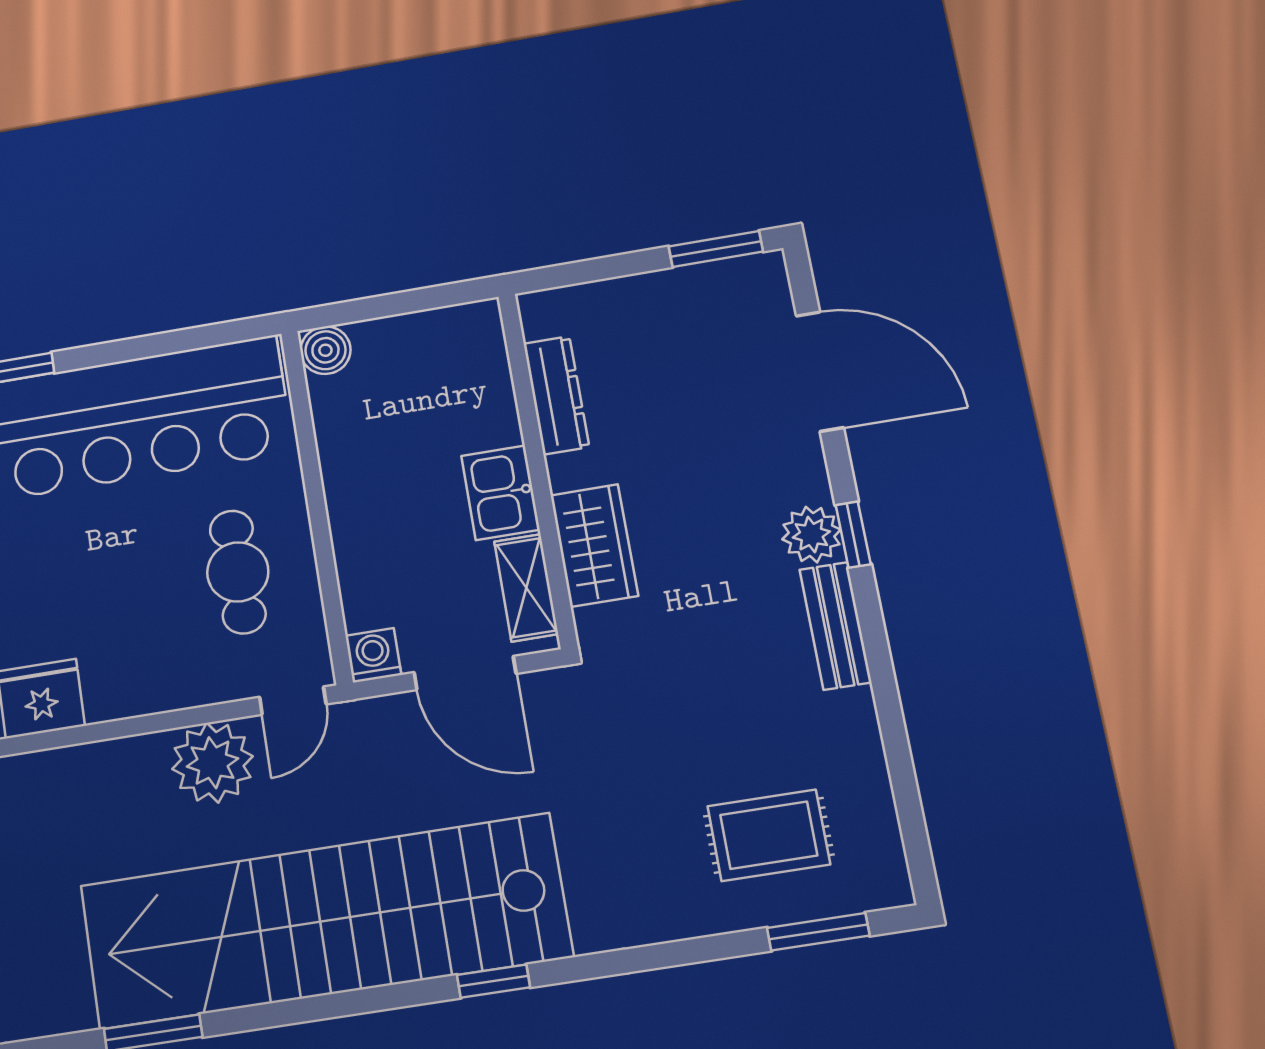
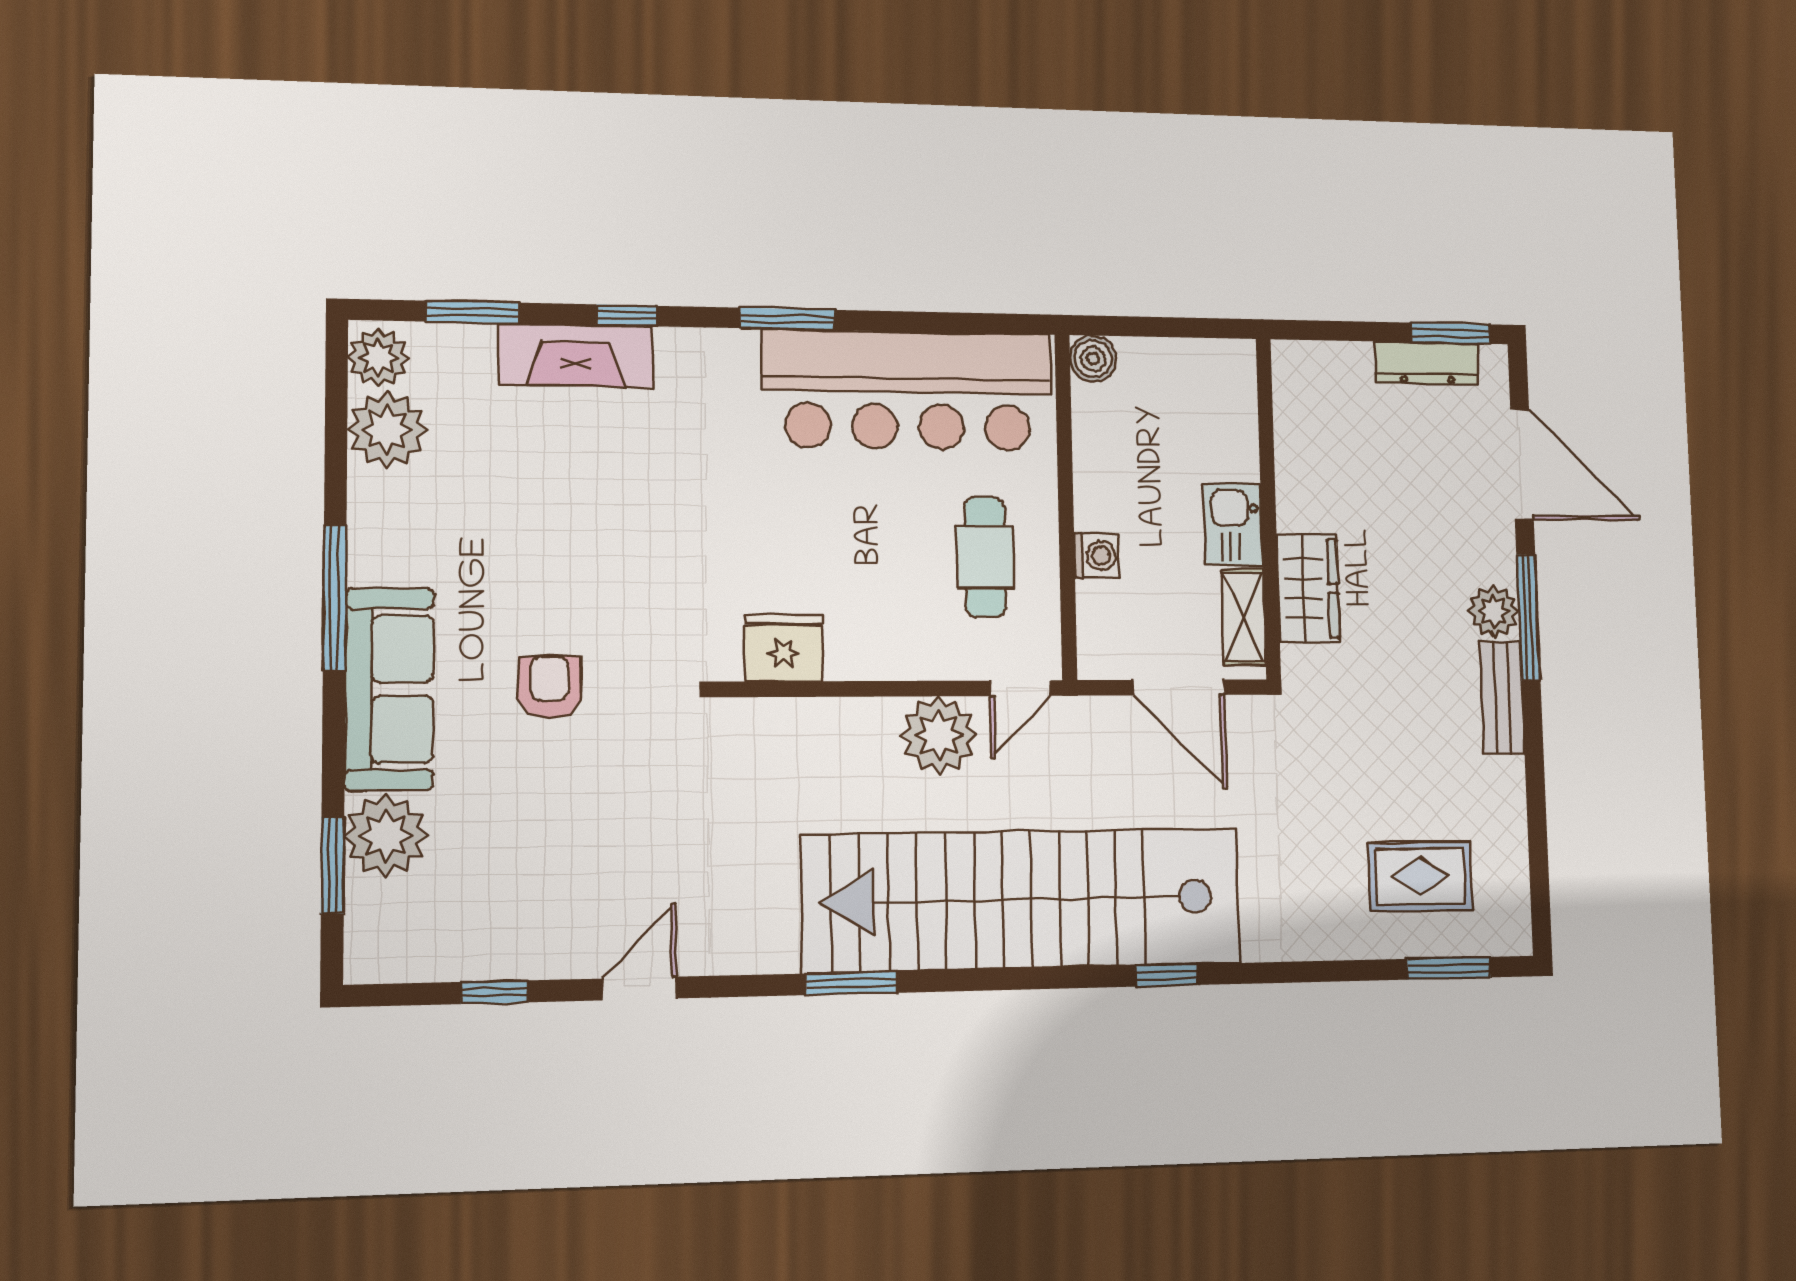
dresser: (556, 395) -> (1427, 363), moved, turned 90
window: (853, 535) -> (1528, 618), width x2.17
washing machine: (373, 655) -> (1097, 556), moved, turned 90

